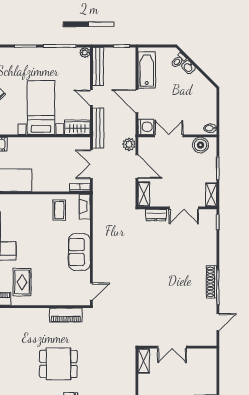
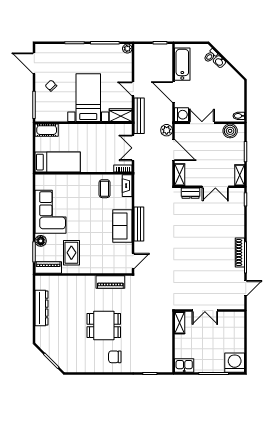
bench: (98, 67) -> (139, 224), moved

